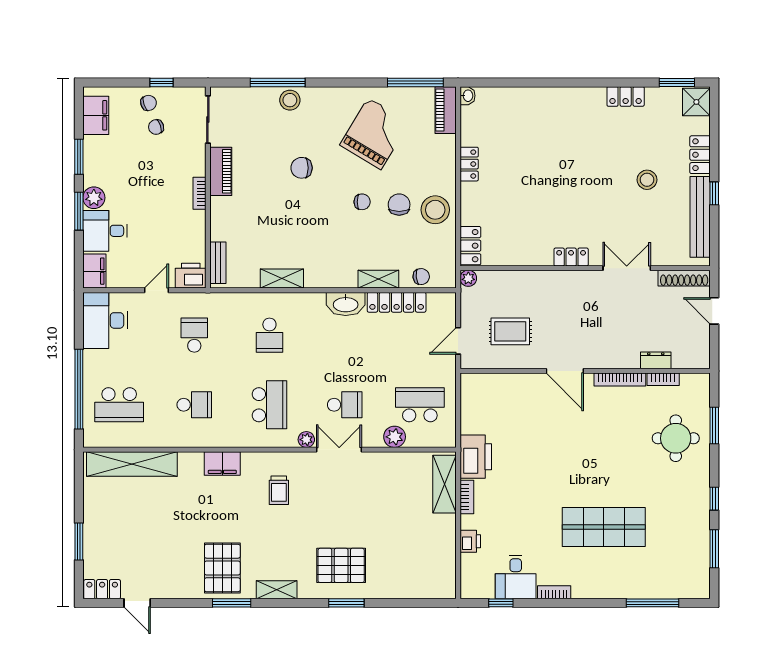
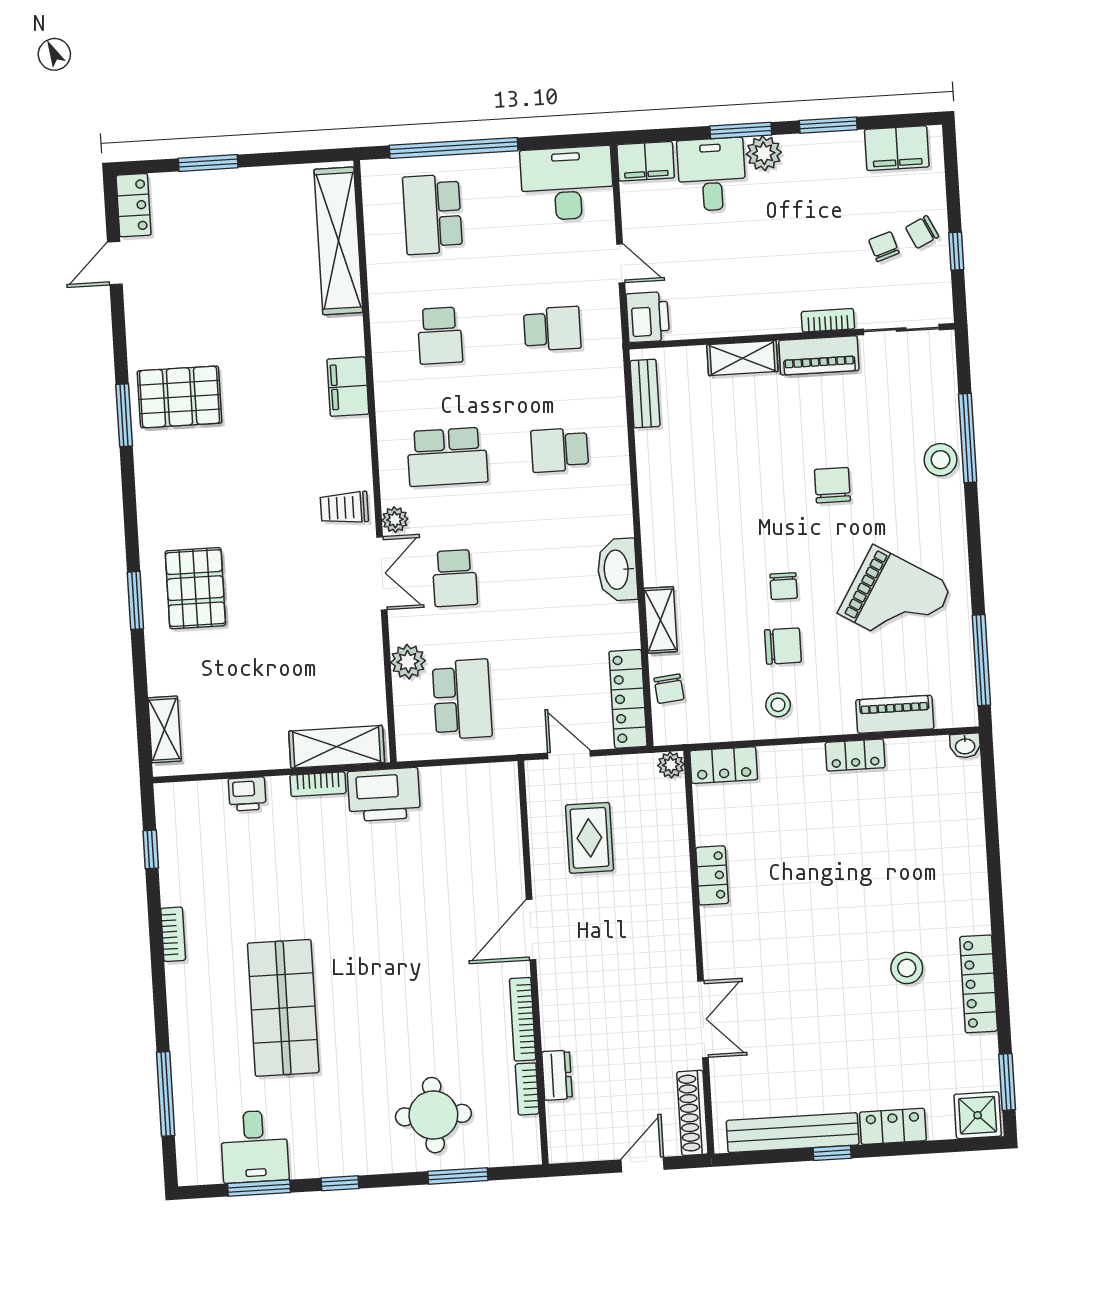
locker: (626, 96) -> (979, 984), width x1.53
chair: (149, 103) -> (922, 232), turned 83
piano: (446, 110) -> (895, 714), moved
stool: (647, 180) -> (907, 968), moved
bookcase: (199, 193) -> (828, 320), moved
stool: (435, 210) -> (778, 705), width x0.53, depth x0.53
locker: (571, 257) -> (712, 875), moved
bench: (218, 263) -> (645, 394), moved, turned 90
shelving: (282, 279) -> (742, 358), moved, turned 90
locker: (397, 302) -> (628, 699), moved
trolley: (279, 490) -> (344, 508), moved
desk: (516, 577) -> (254, 1146), moved, turned -90
shelving: (277, 590) -> (165, 729), moved

